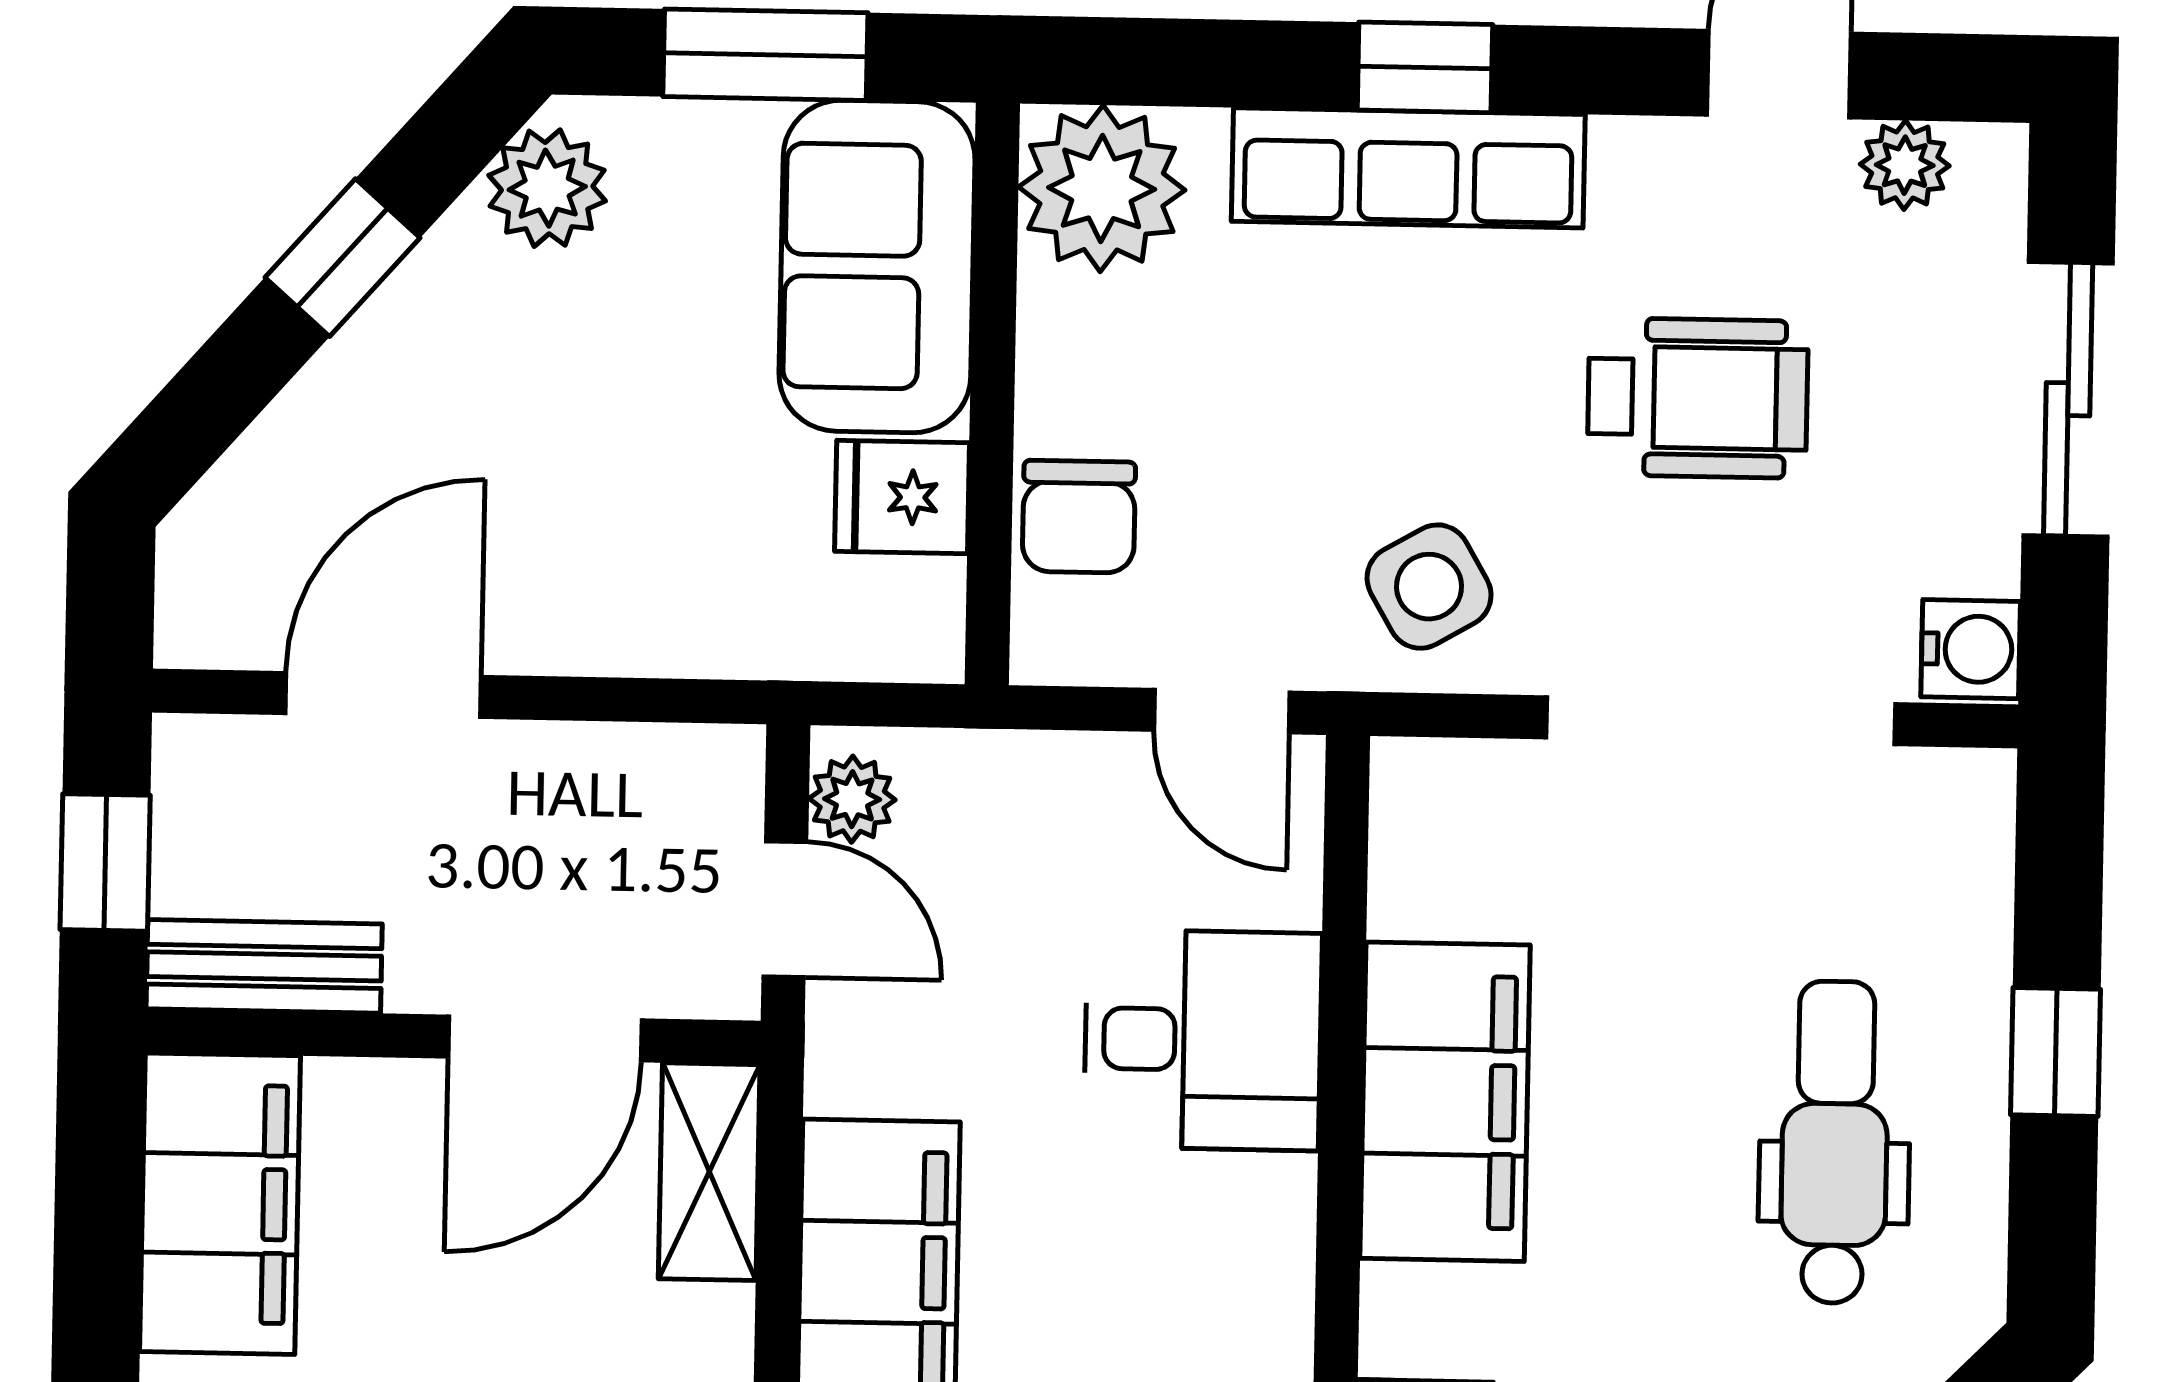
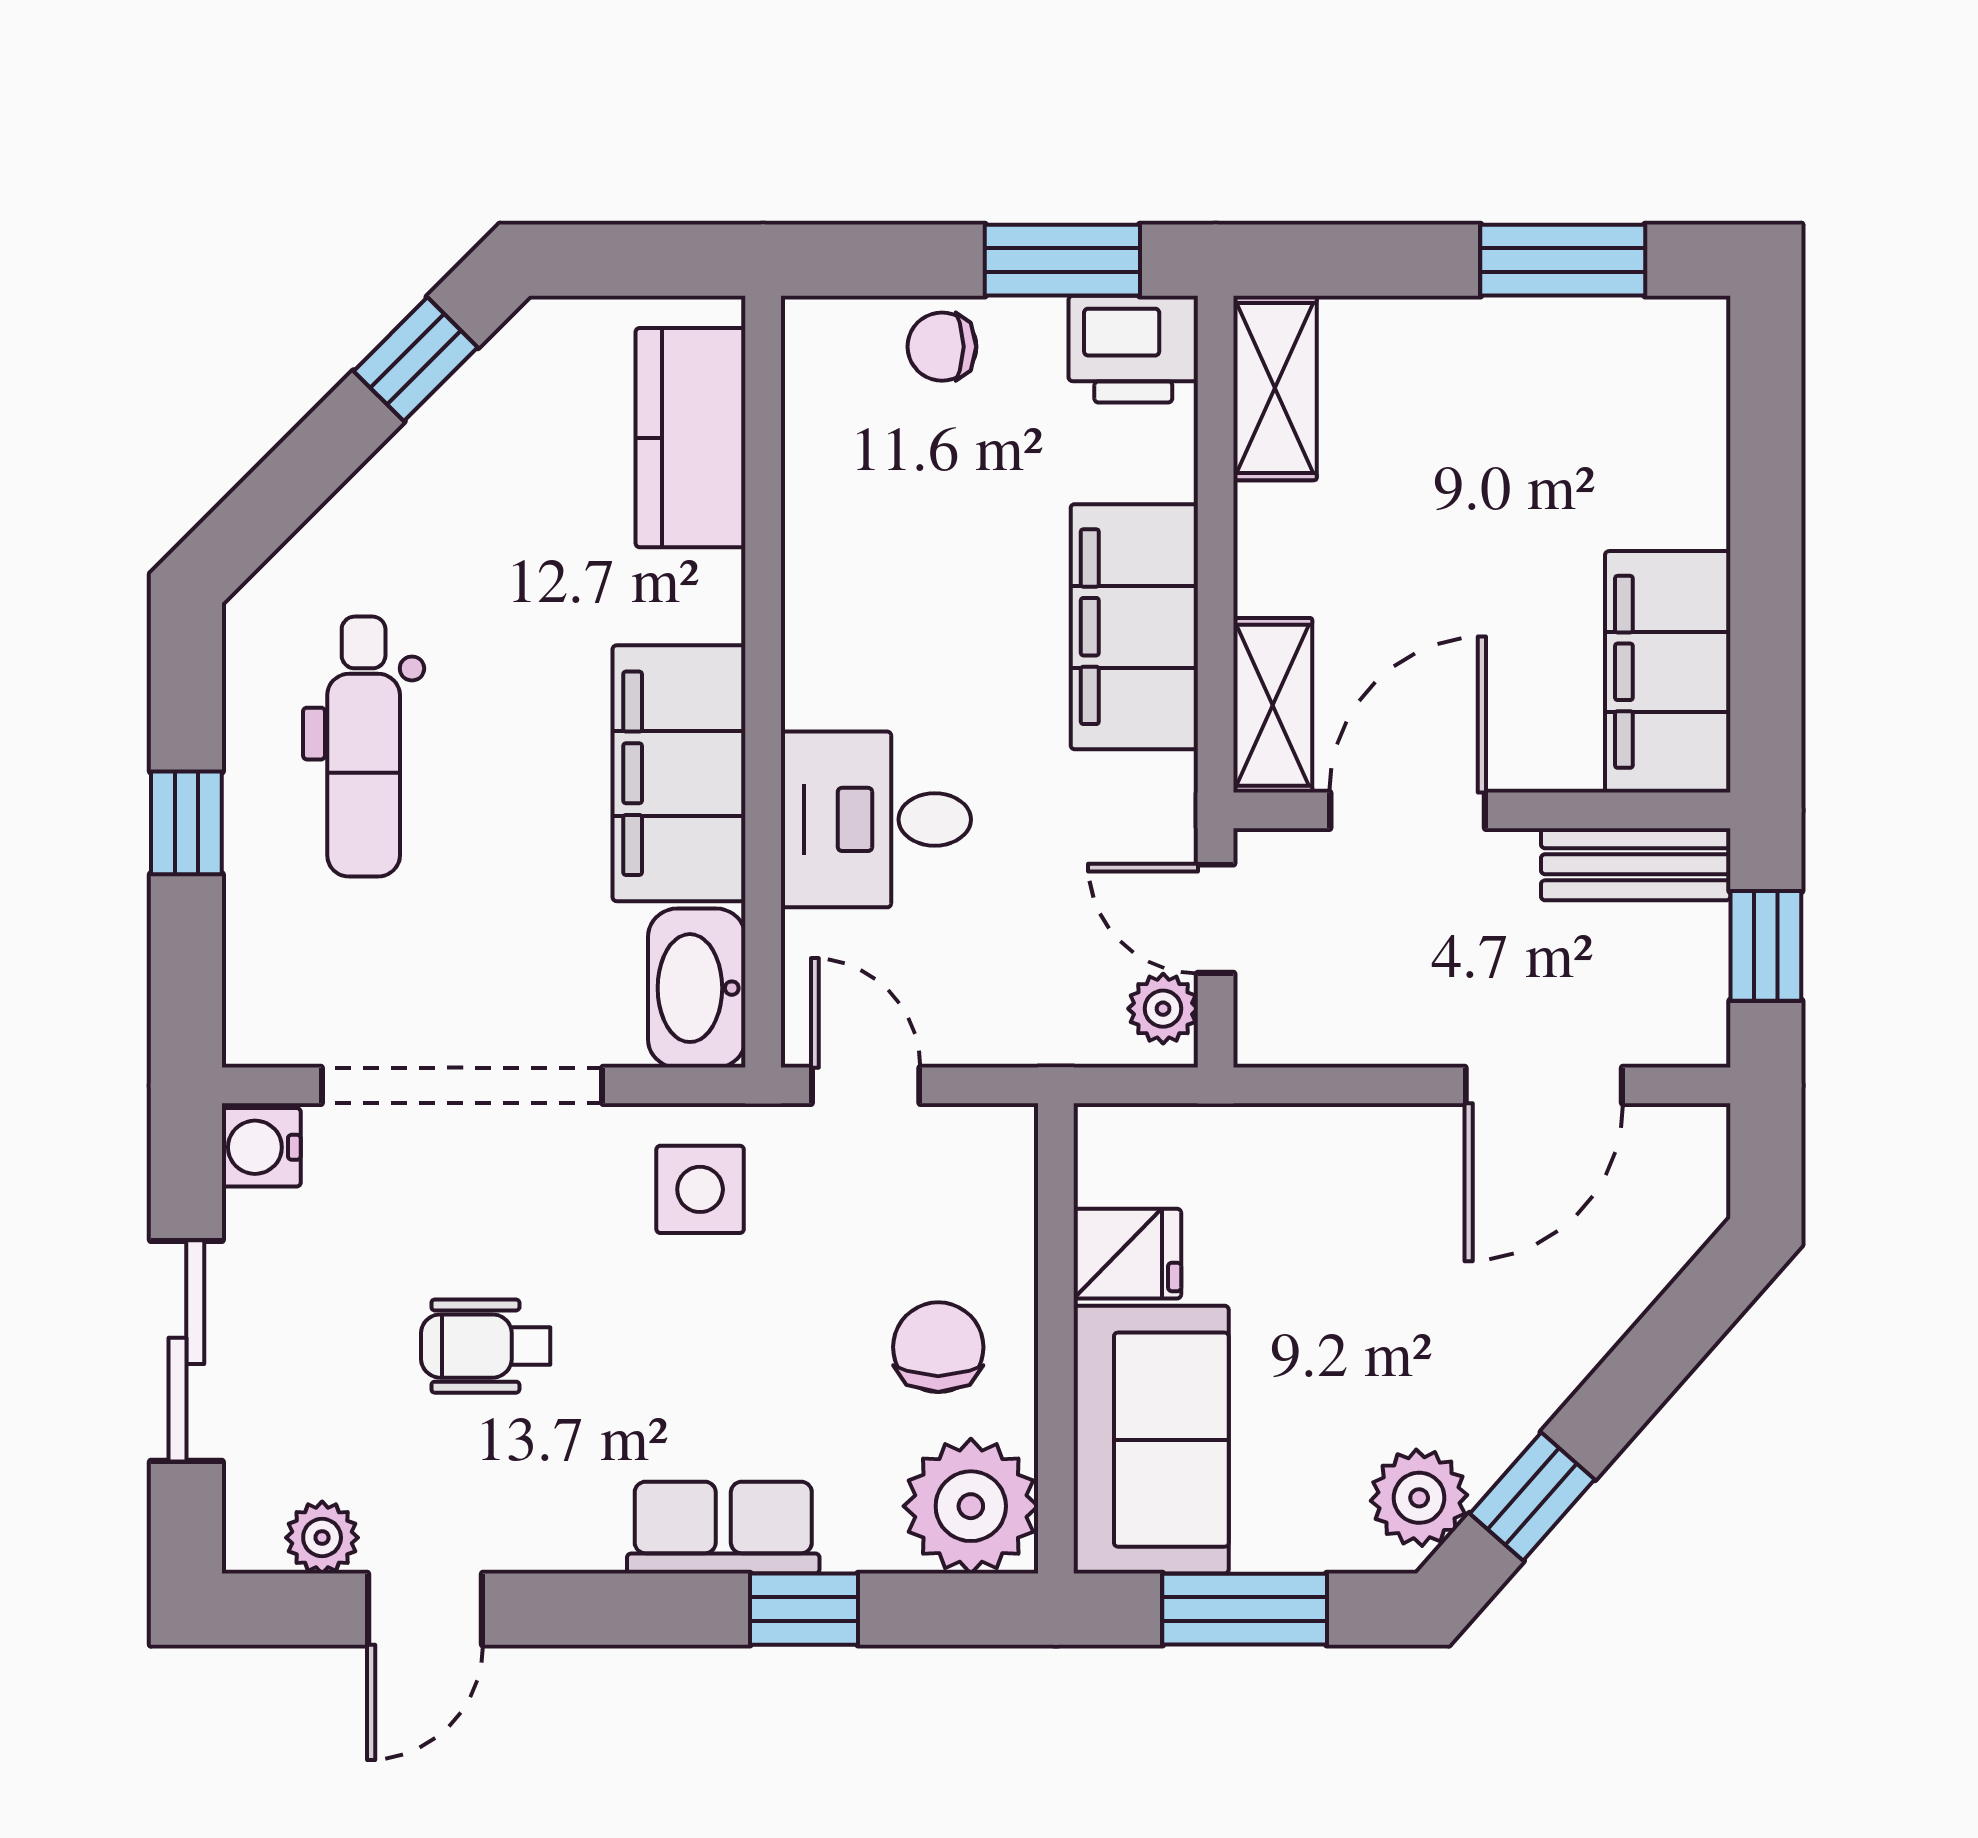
window: (1425, 67) -> (804, 1609), moved
row of seats: (1408, 168) -> (723, 1528), width x0.68
window: (343, 258) -> (1532, 1496), moved
wheelchair: (1698, 398) -> (486, 1346), width x0.73, depth x0.73
chair: (1079, 517) -> (938, 1347), moved
side table: (1429, 587) -> (700, 1189), turned 30
washbasin: (1428, 836) -> (697, 988), added

